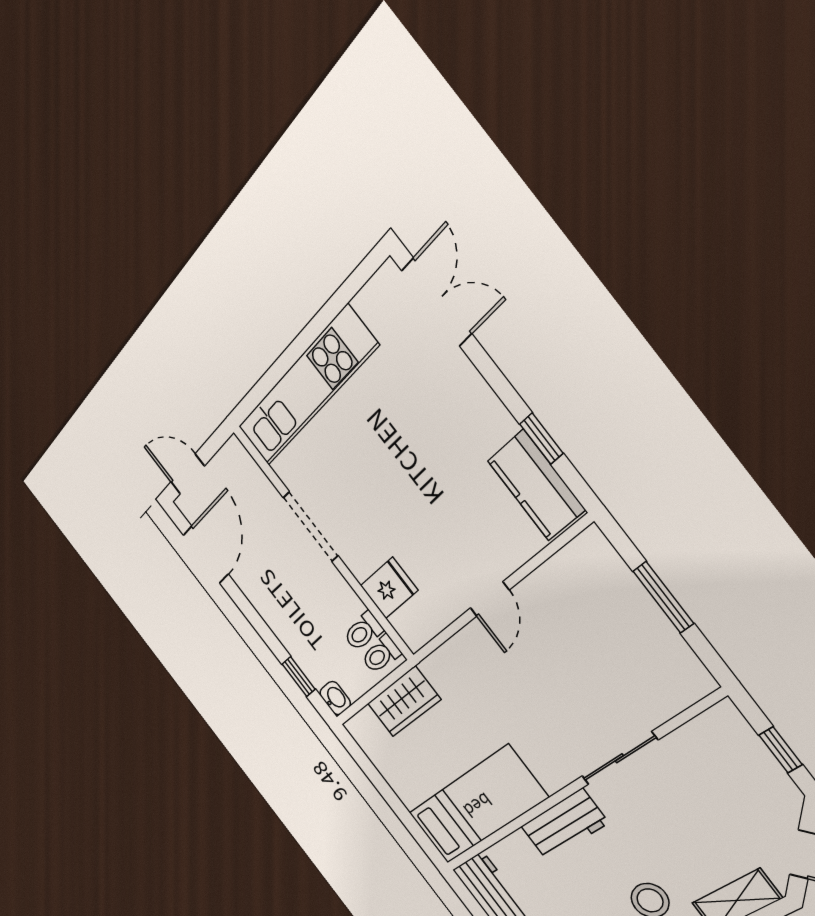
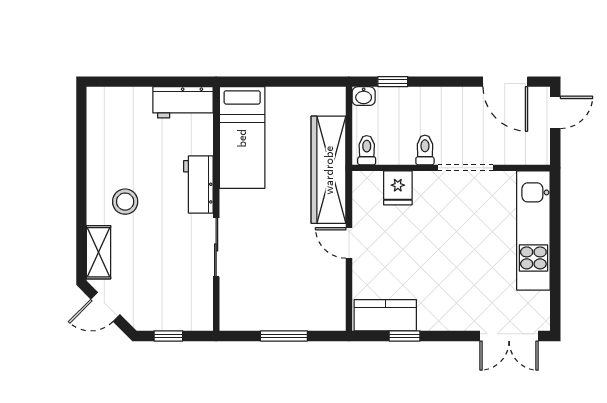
toilet: (363, 632) -> (425, 150), moved
wardrobe: (404, 701) -> (329, 170), width x2.10, depth x1.17

